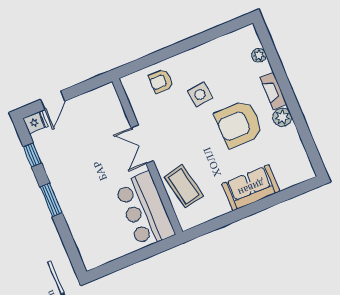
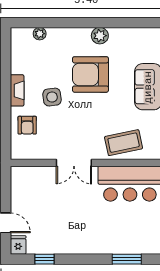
fireplace: (273, 91) -> (17, 90), moved, turned -90
armchair: (239, 124) -> (90, 74), turned 90
window: (51, 200) -> (127, 259), moved

